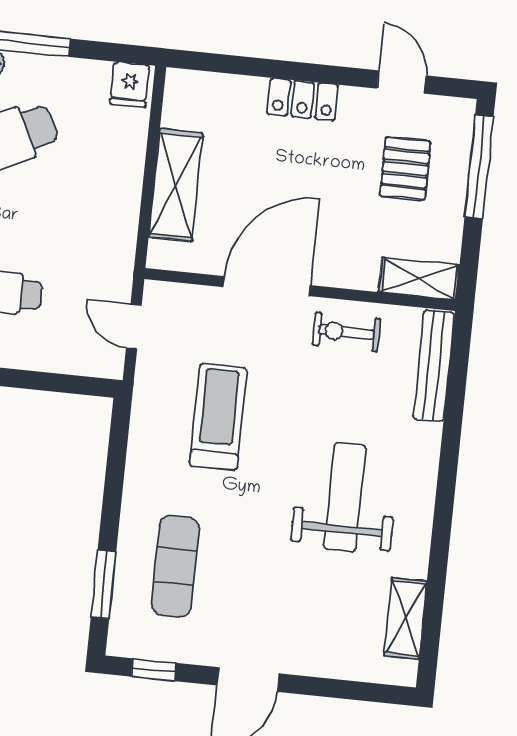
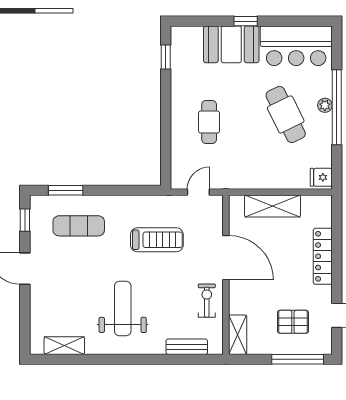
locker: (303, 99) -> (323, 256), width x1.53
bench: (434, 366) -> (187, 347), width x0.73
weight bench: (345, 497) -> (123, 308), turned -90

